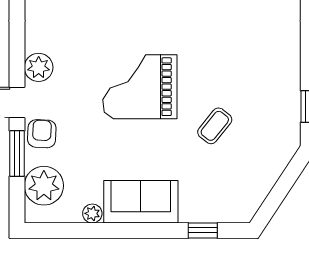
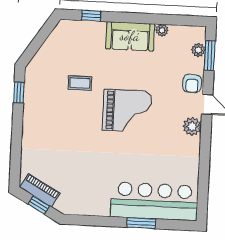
coffee table: (215, 126) -> (80, 83), turned 51
window: (17, 153) -> (210, 56), moved
plant: (44, 186) -> (198, 50), width x0.53, depth x0.53

